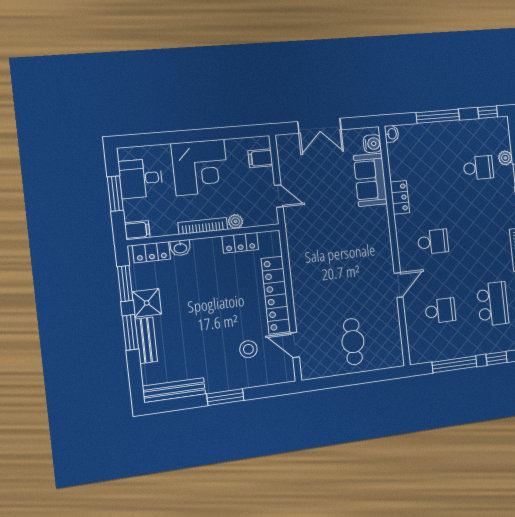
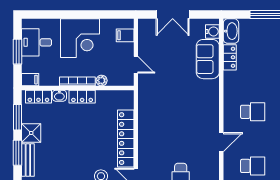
washbasin: (392, 134) -> (231, 31), width x1.91, depth x1.45
locker: (400, 197) -> (230, 57), moved
locker: (240, 243) -> (82, 97), moved

